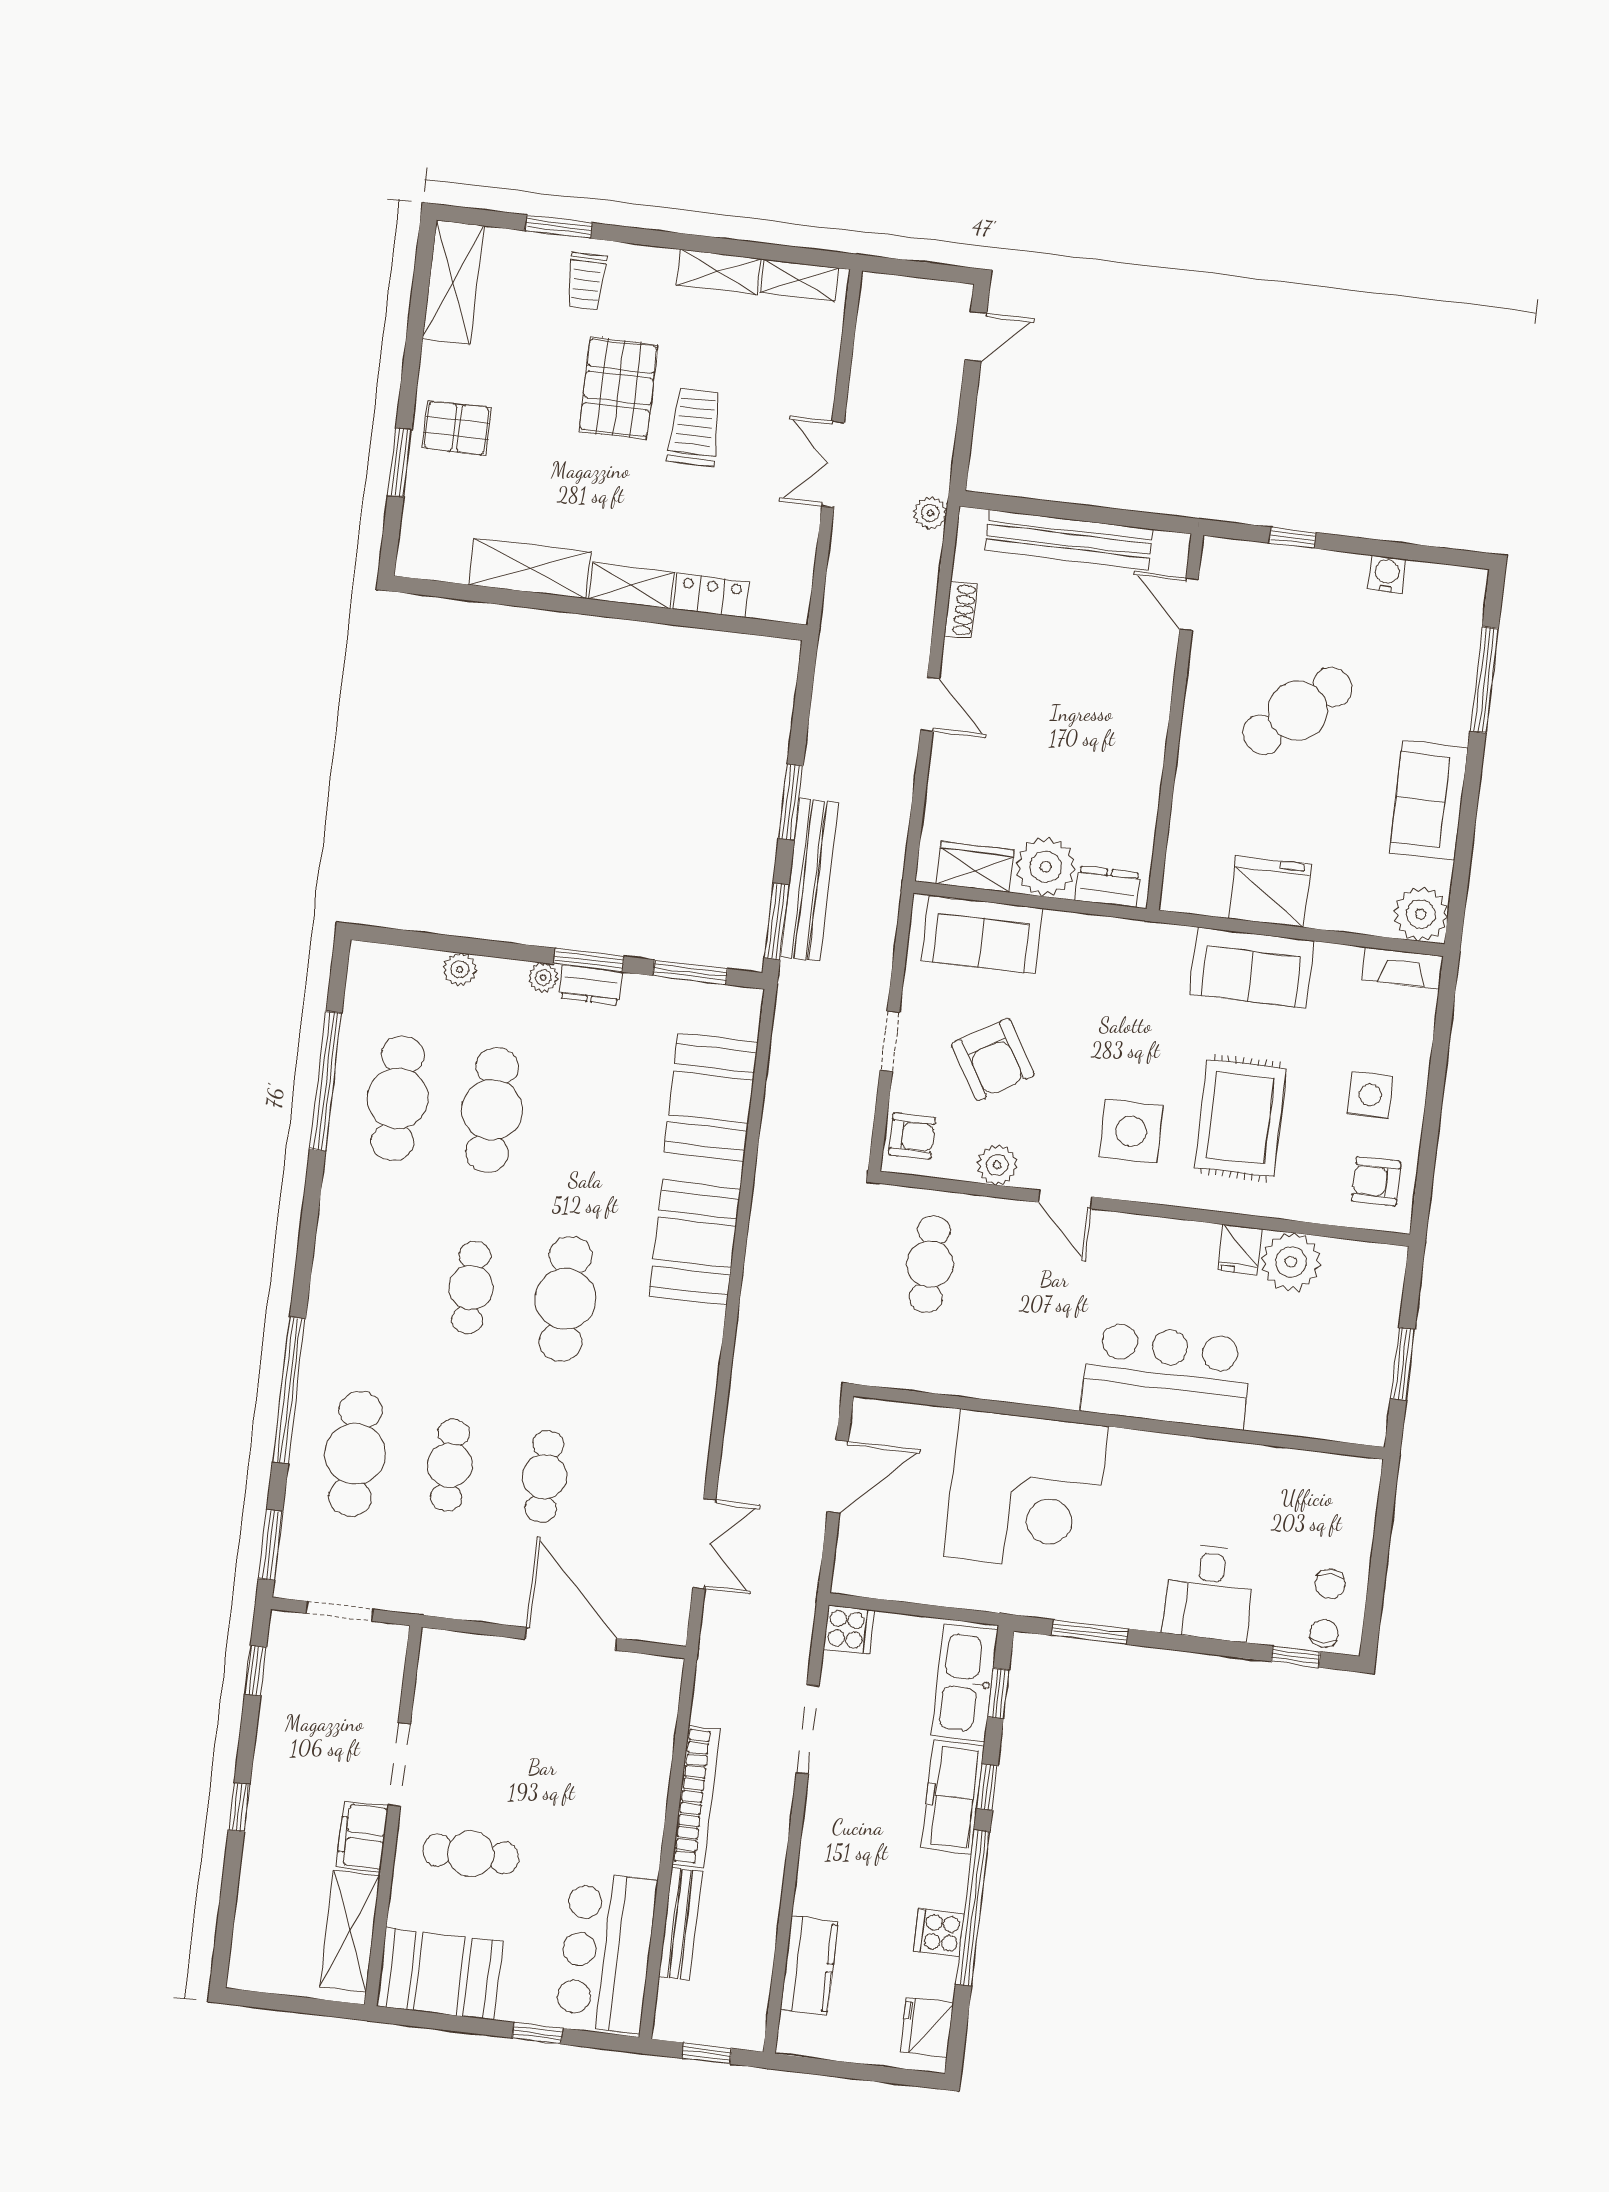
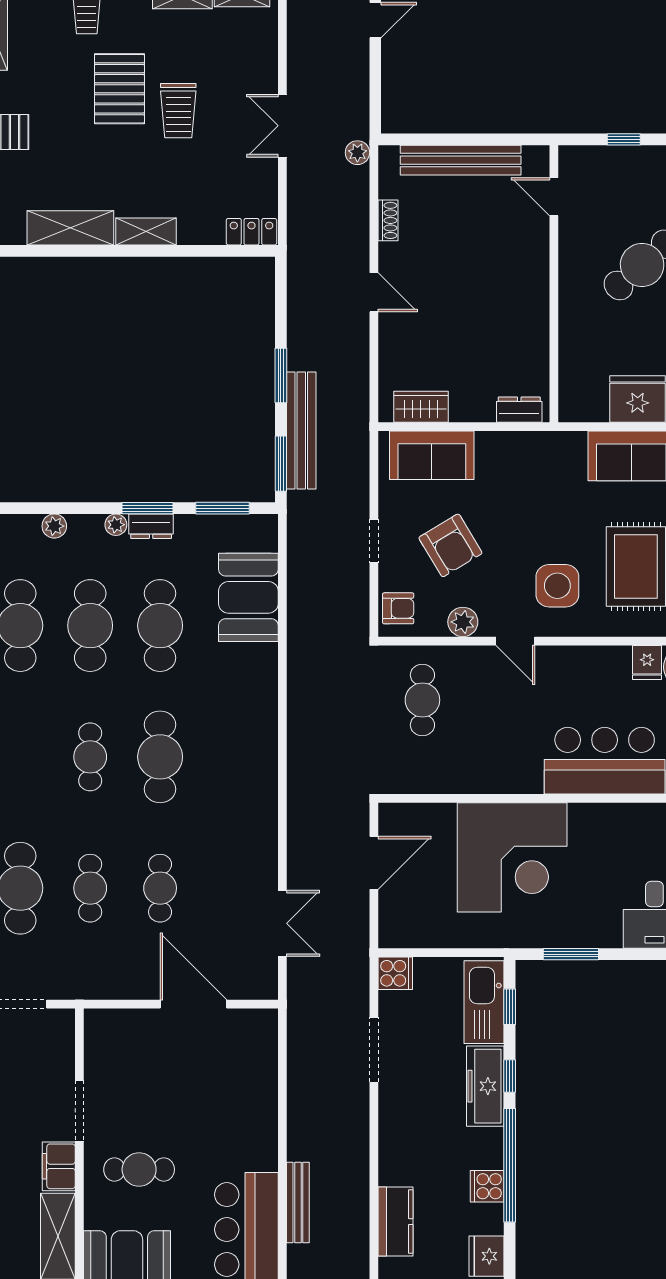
trolley: (695, 427) -> (178, 111), turned 180
locker: (711, 595) -> (251, 232), moved
plant: (1046, 867) -> (472, 400), removed
cafe table: (587, 1121) -> (160, 626), added
booth: (695, 1243) -> (249, 705), removed
bookcase: (696, 1797) -> (298, 1108), removed

